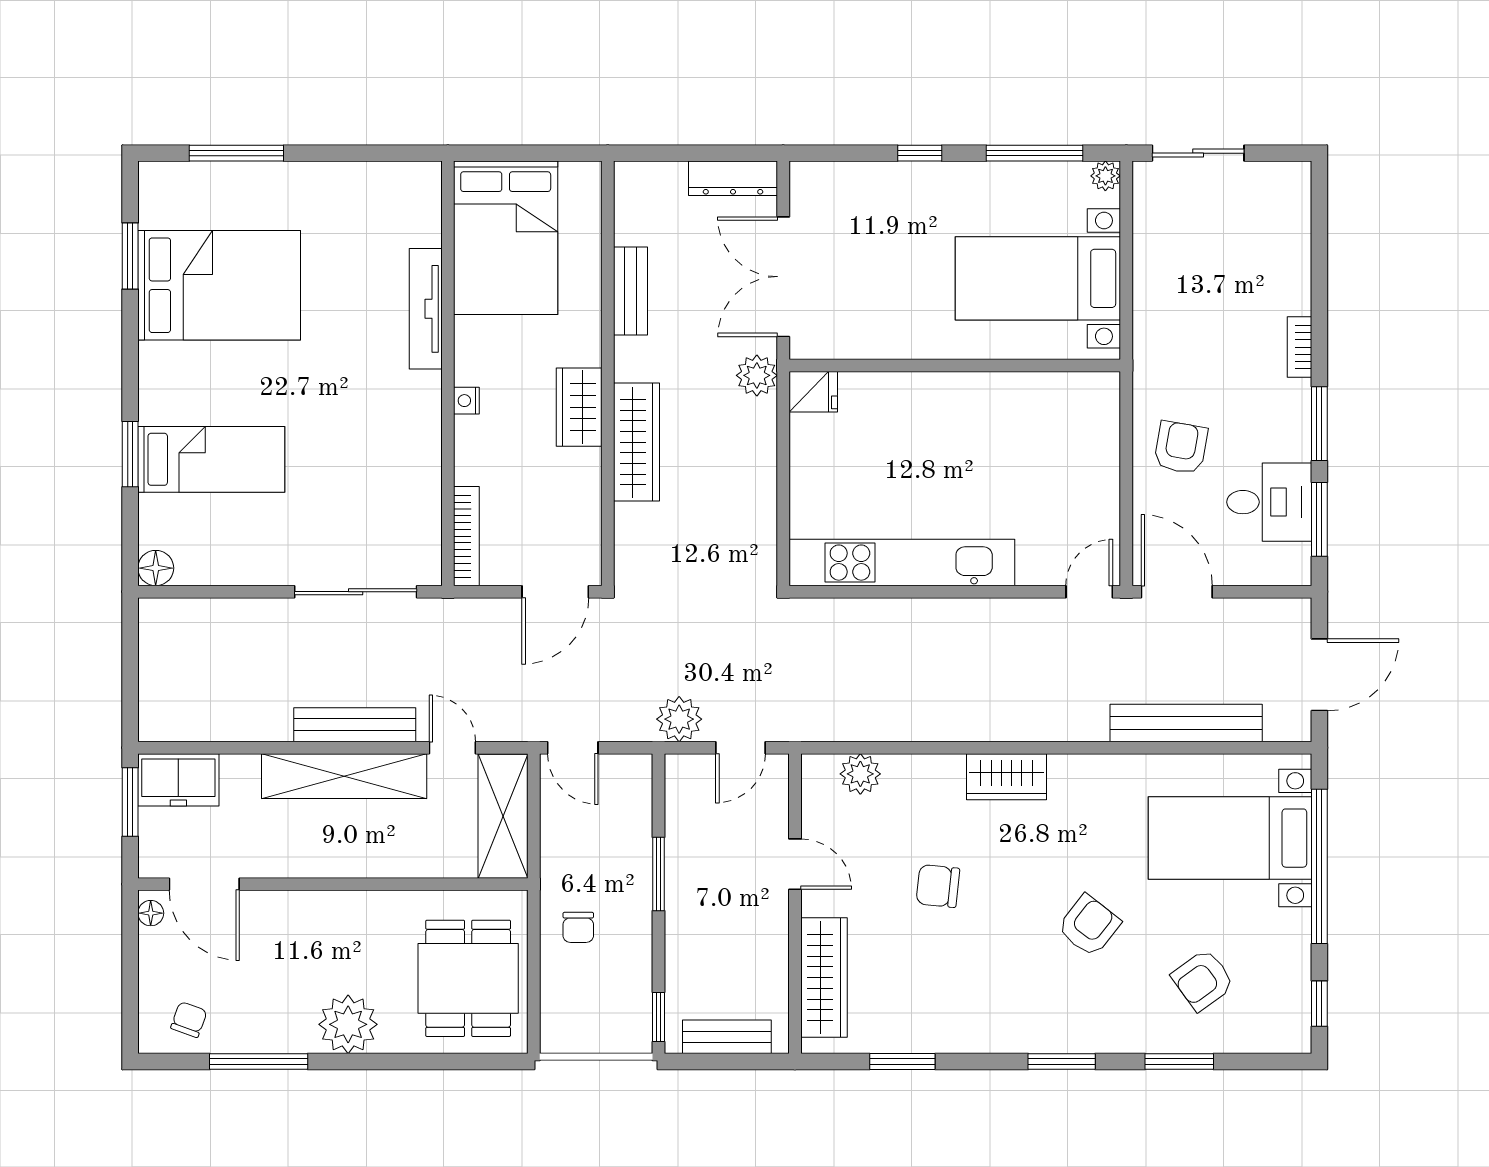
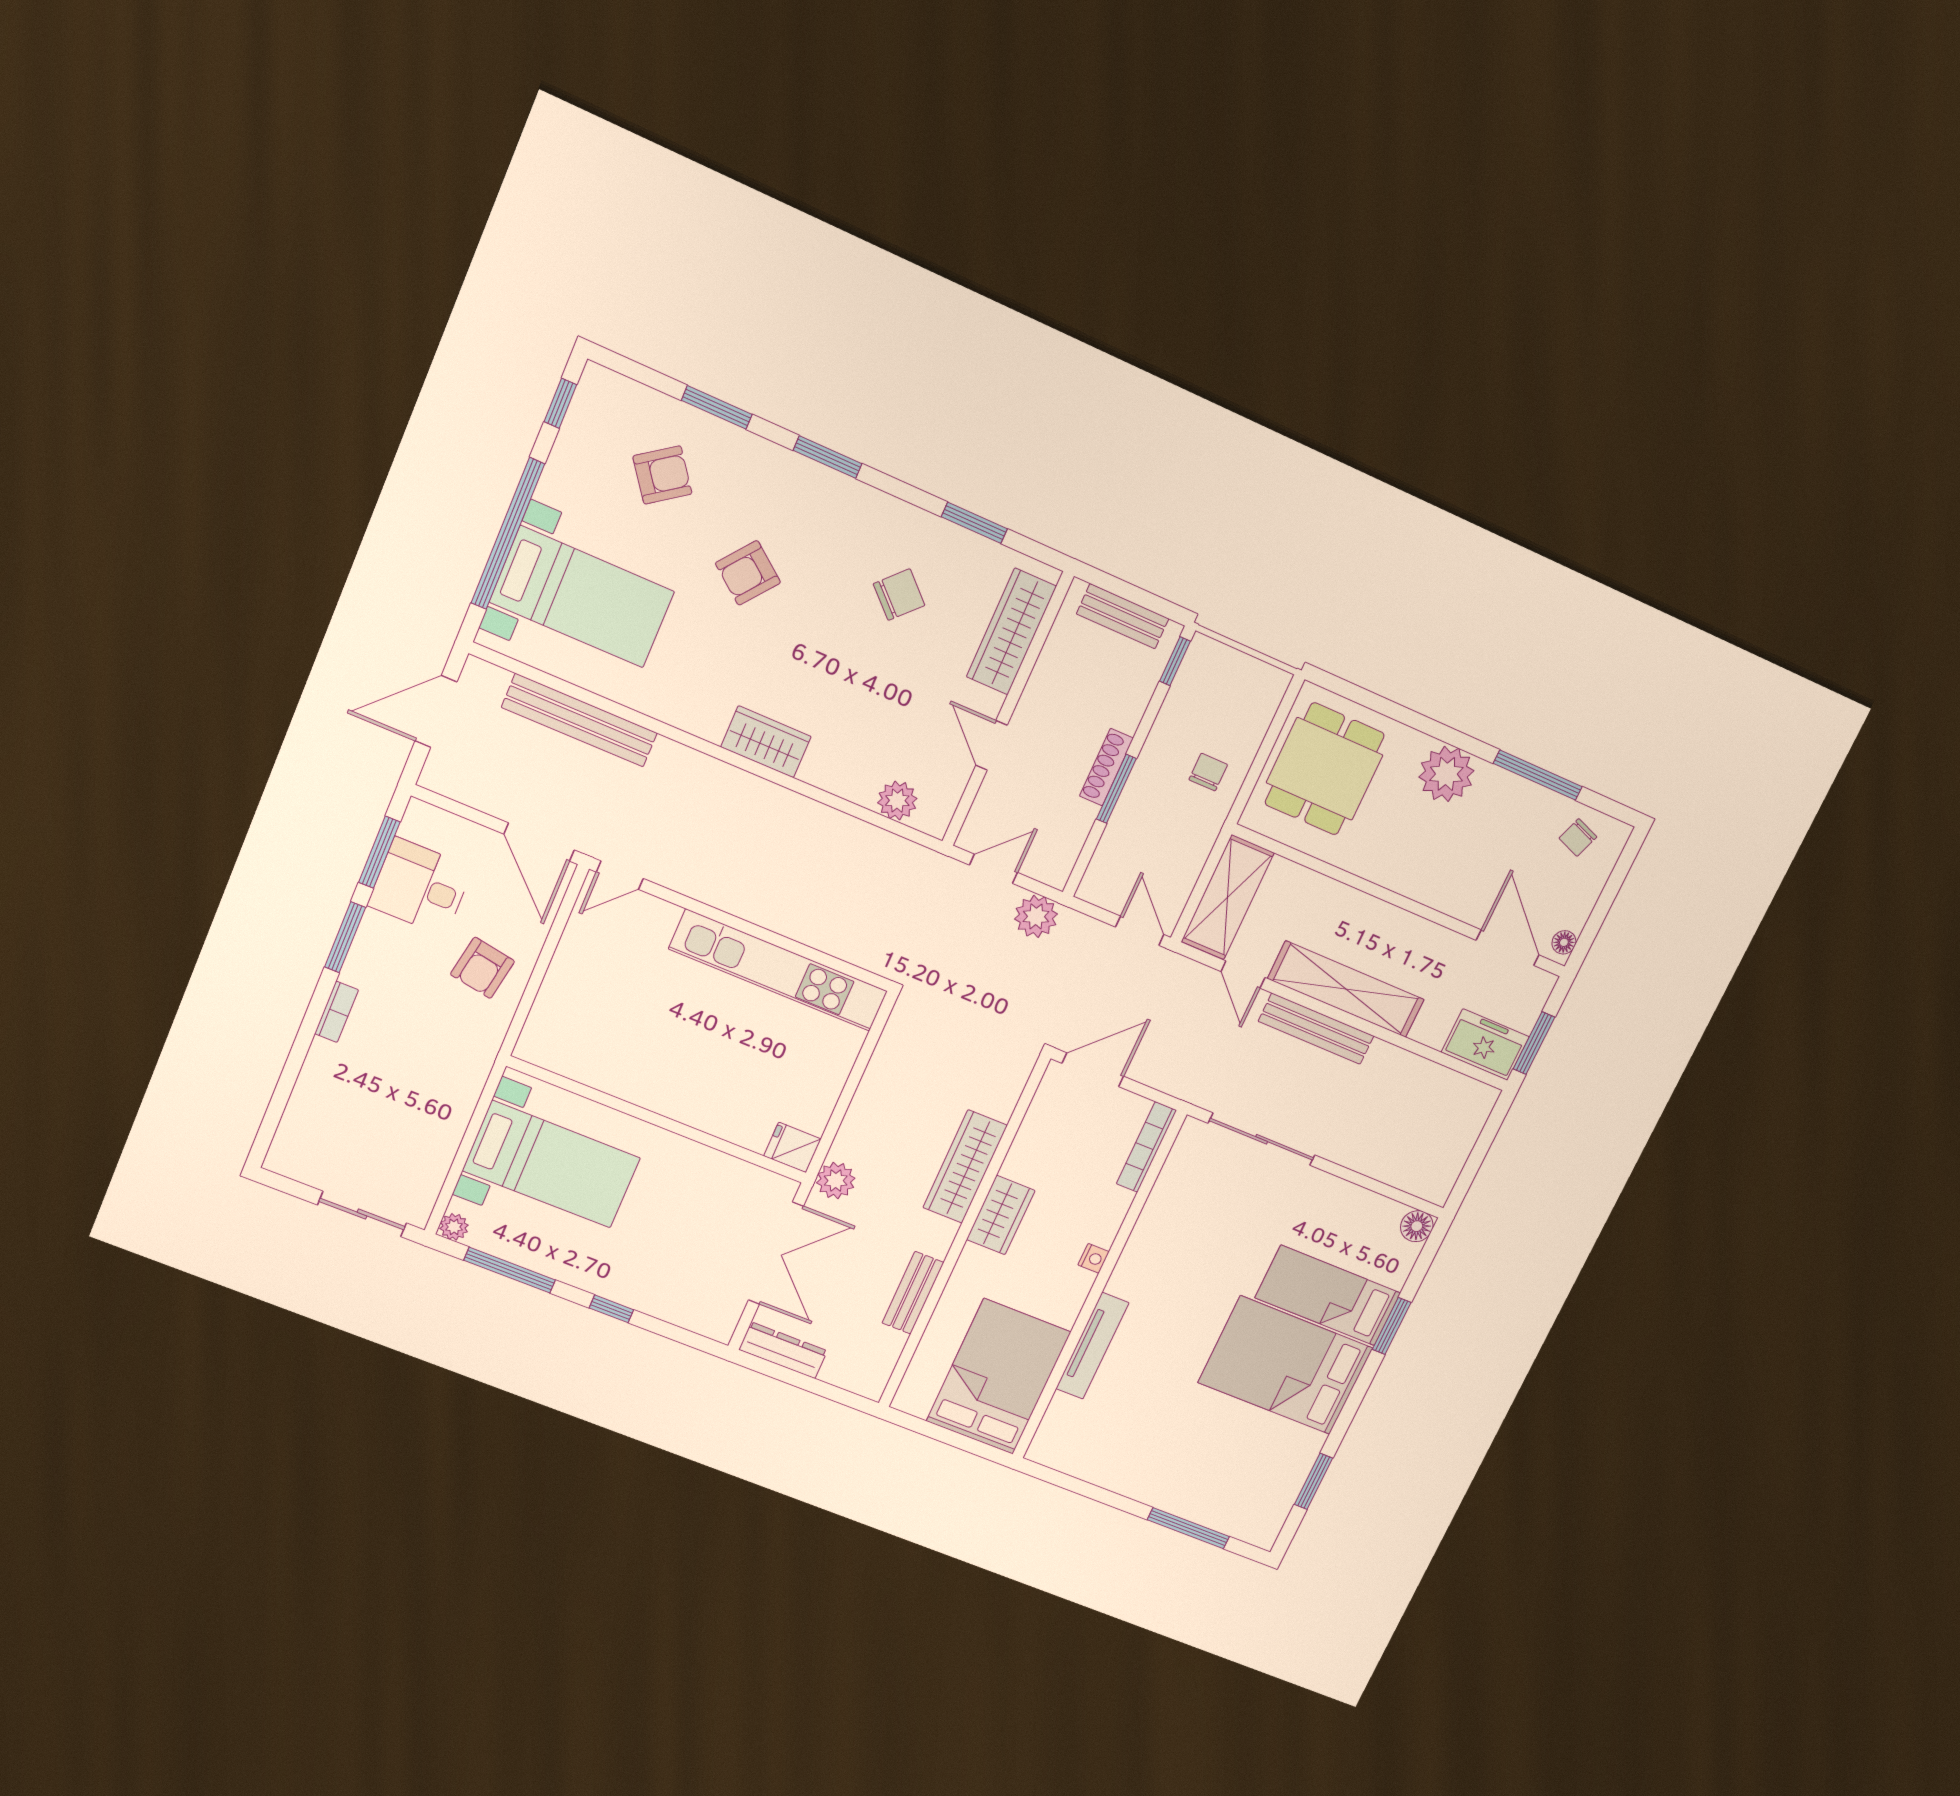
bed: (219, 285) -> (1285, 1365), moved
chair: (938, 886) -> (899, 595), moved, turned -52
shoe rack: (677, 890) -> (1106, 767), added

